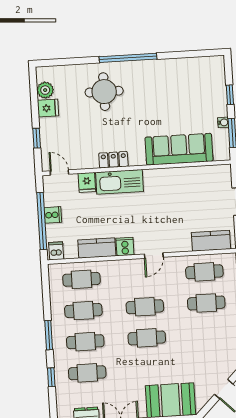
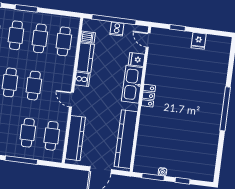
plant: (45, 90) -> (213, 41), removed
round table: (104, 92) -> (203, 86), removed
sofa: (179, 149) -> (149, 134), removed
locker: (113, 160) -> (148, 96), moved
door: (59, 172) -> (148, 40), swing flipped
kitchen counter: (191, 177) -> (126, 139), added
kitchen counter: (211, 241) -> (75, 138), width x1.50
dishwasher: (56, 251) -> (88, 37), moved

